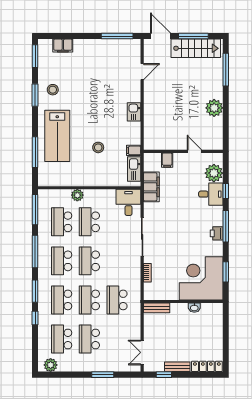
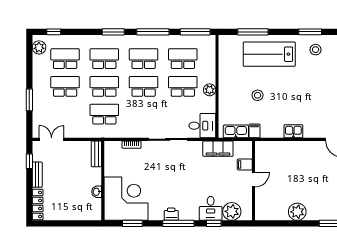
door: (194, 151) -> (254, 180), moved
plant: (77, 195) -> (210, 90), moved
window: (35, 318) -> (54, 32), moved

